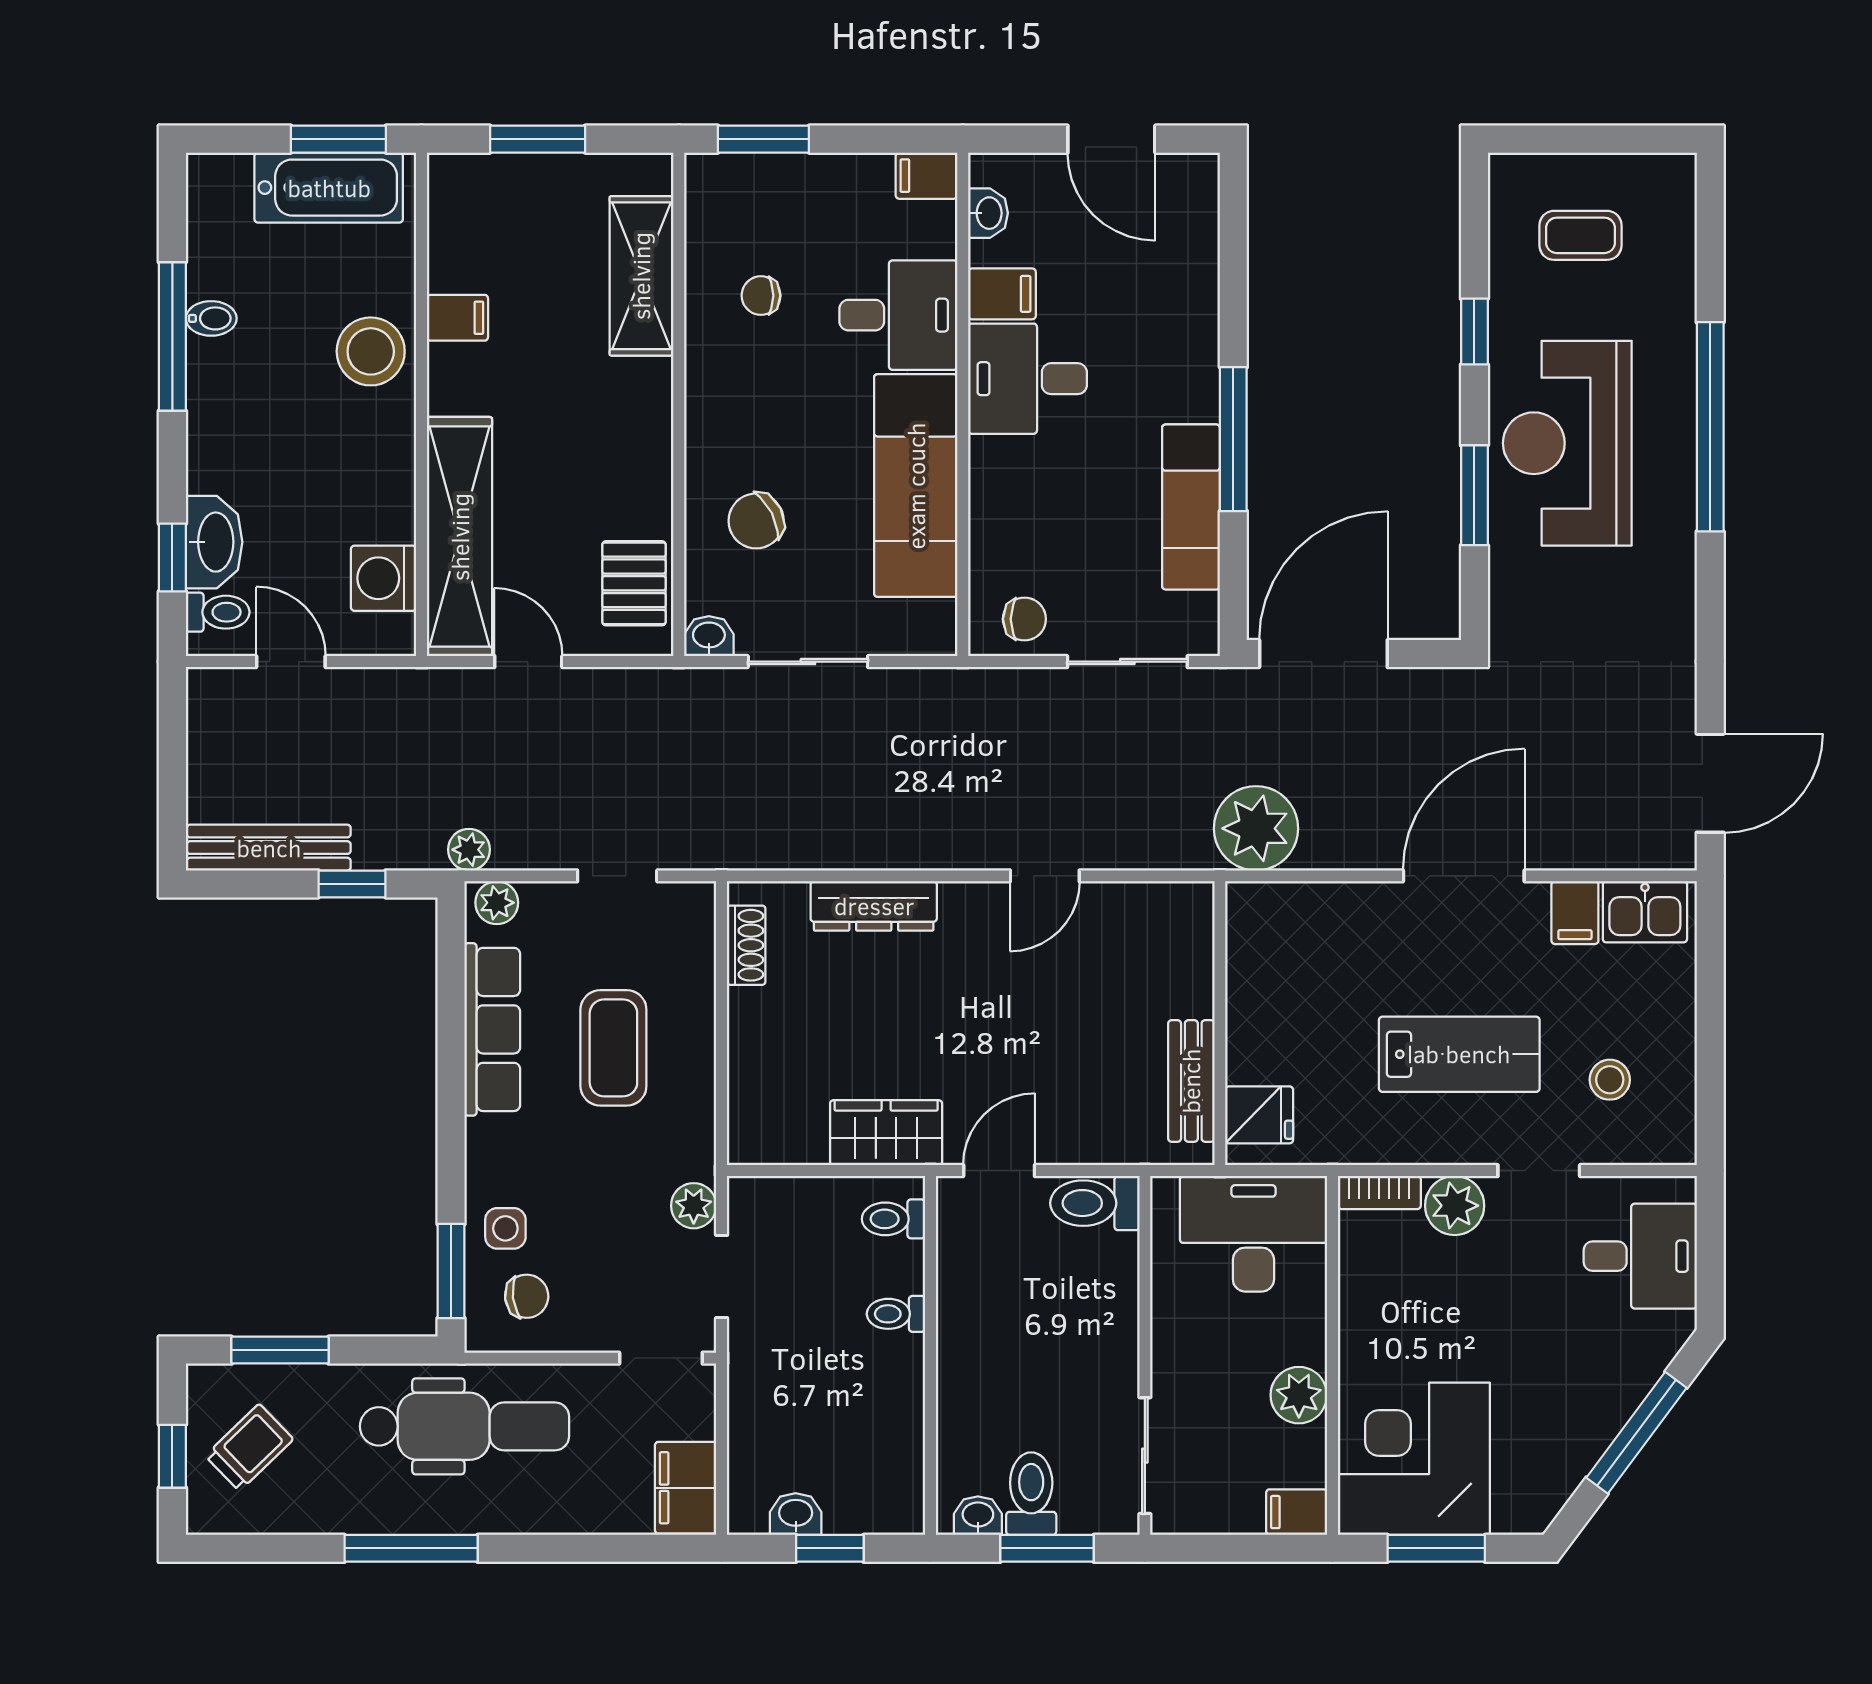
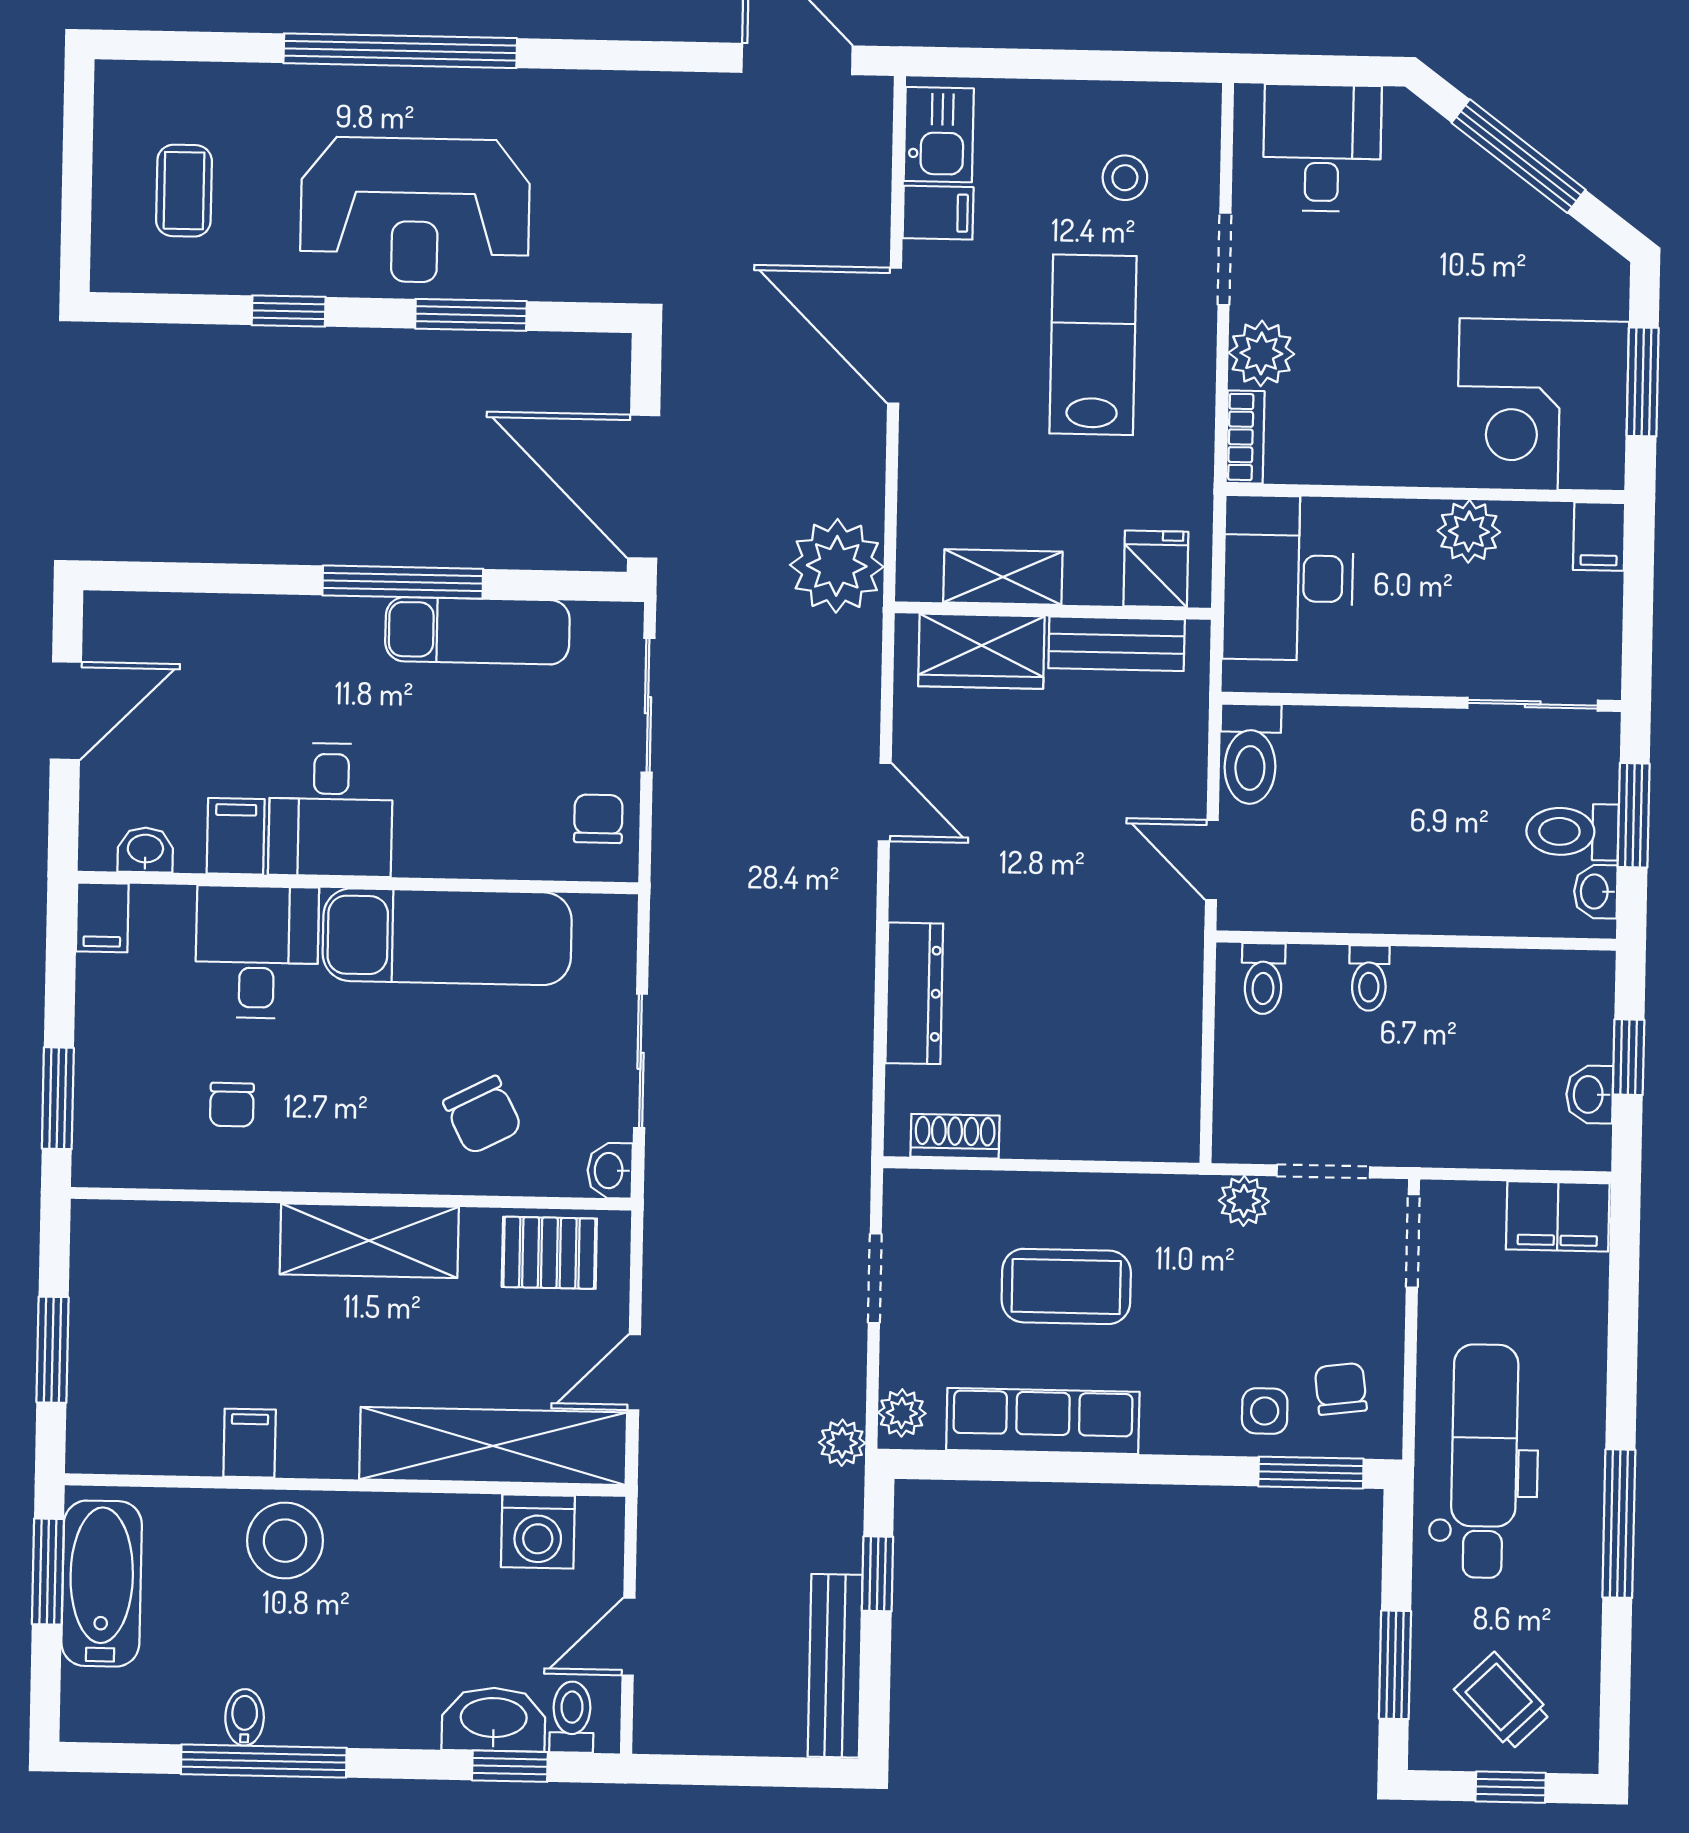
shelving: (641, 276) -> (369, 1241), moved
shelving: (1249, 978) -> (1003, 577), added
wardrobe: (886, 1133) -> (981, 651), moved, turned -90

